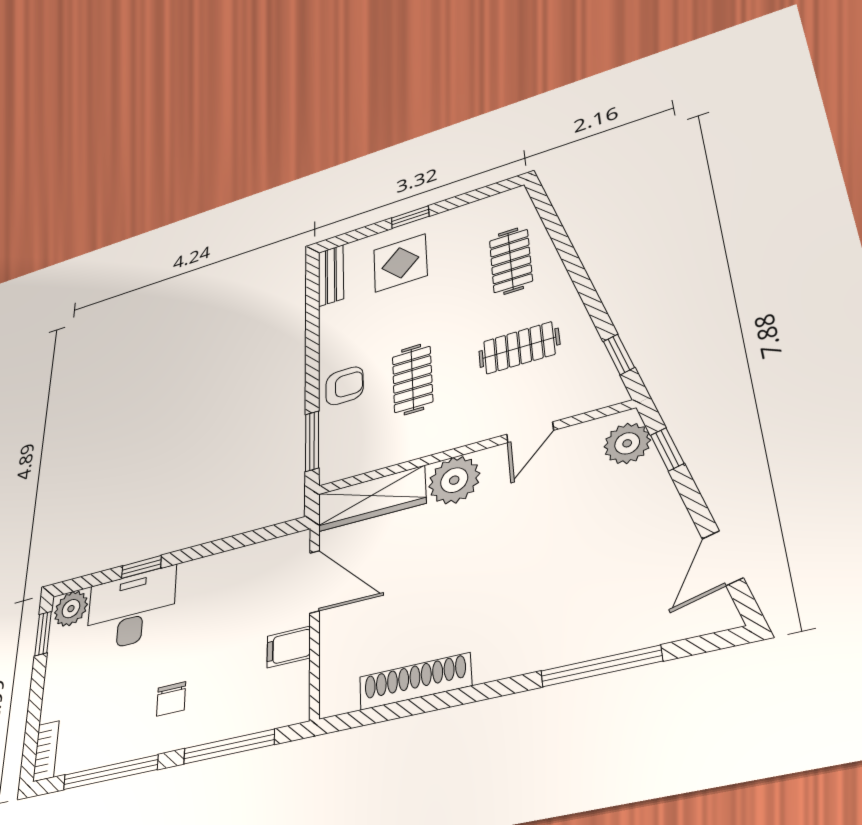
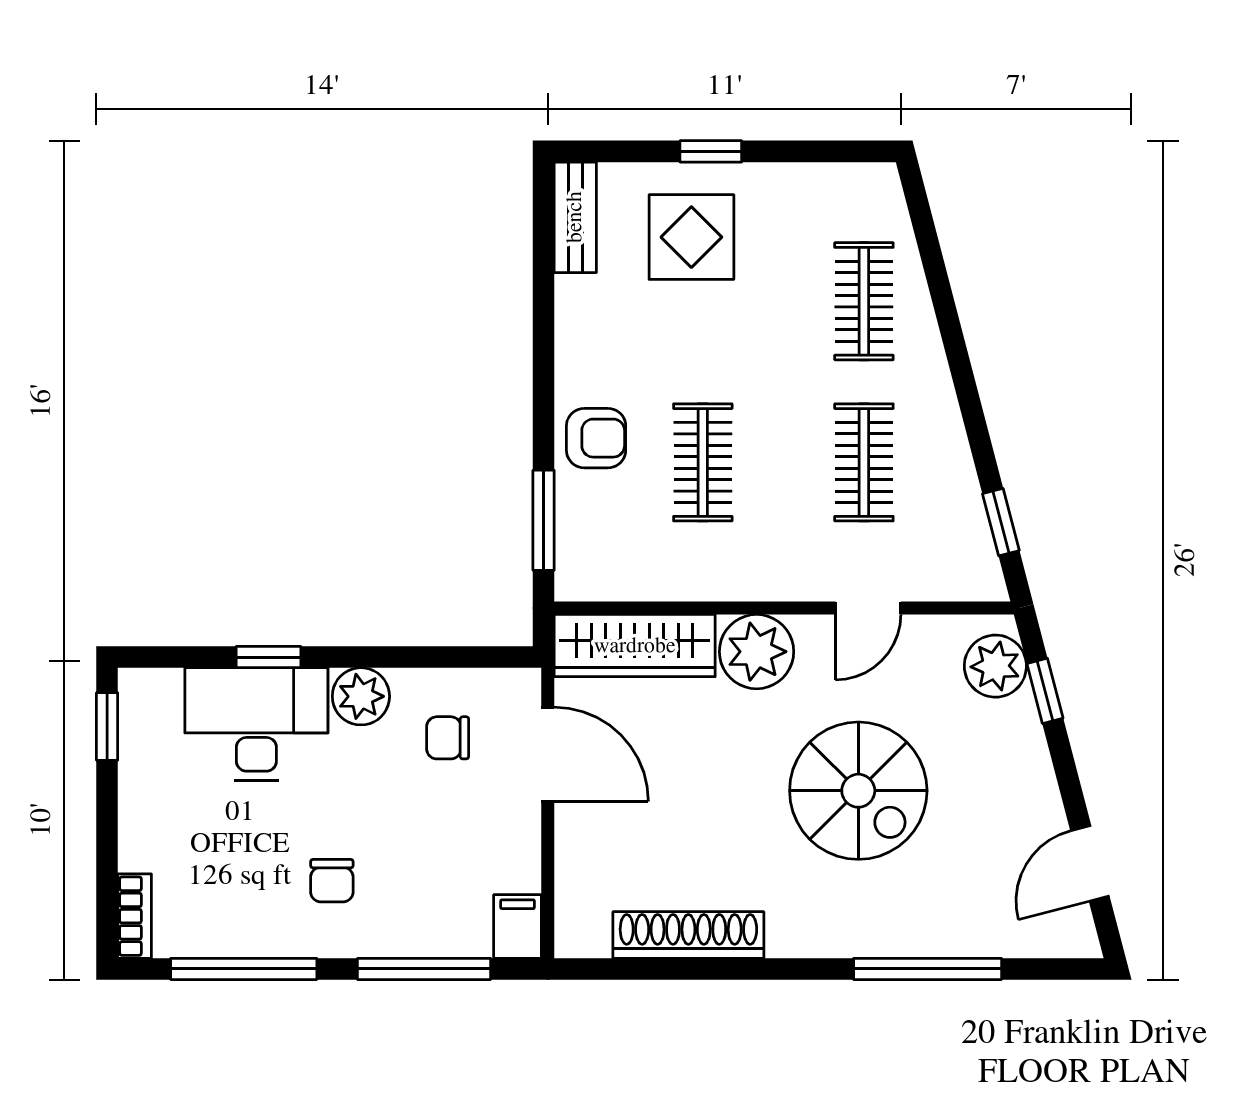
clothes rail: (519, 348) -> (864, 462), turned 90
spiral stairs: (534, 551) -> (858, 791), added
chair: (249, 588) -> (448, 738), added
plant: (71, 609) -> (361, 696), moved
filing cabinet: (289, 647) -> (518, 927), moved, turned 90

